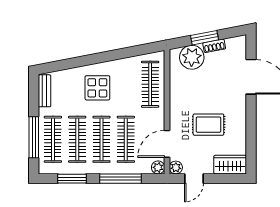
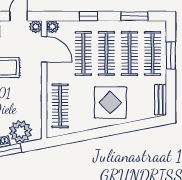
display table: (97, 88) -> (110, 102), width x1.36, depth x1.36
window: (34, 137) -> (171, 55), width x0.69
door: (167, 144) -> (44, 49), hinge flipped
window: (120, 179) -> (88, 16), width x0.46

